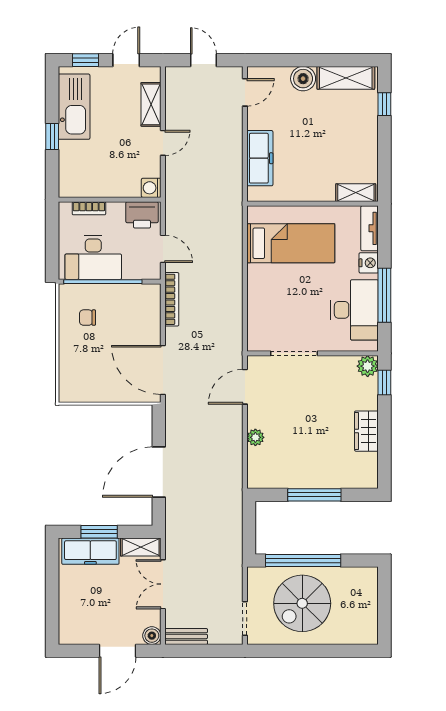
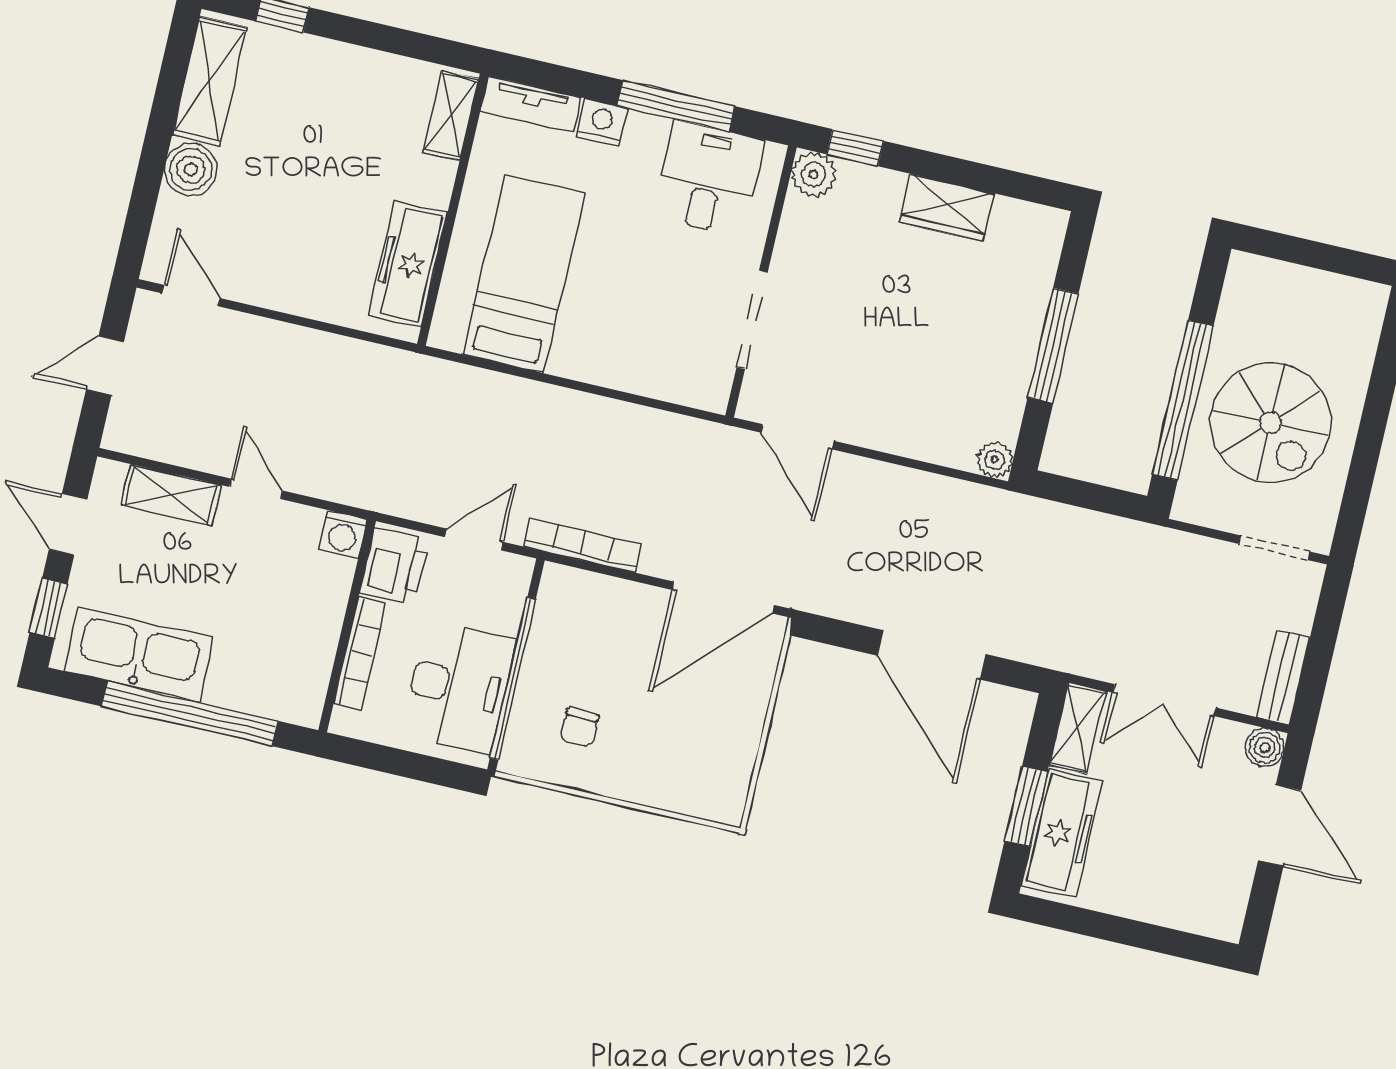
window: (52, 136) -> (190, 714), width x3.17
freezer: (260, 158) -> (408, 264), moved, turned -90
bookcase: (89, 208) -> (360, 653), width x1.56
desk: (354, 310) -> (708, 178), width x0.73
plant: (255, 437) -> (995, 460), moved

